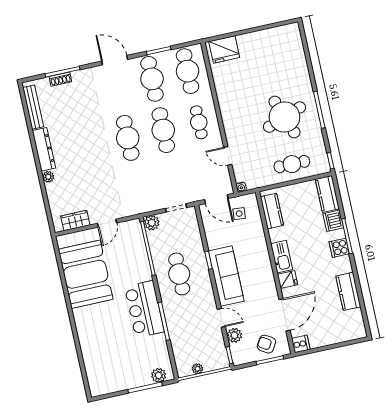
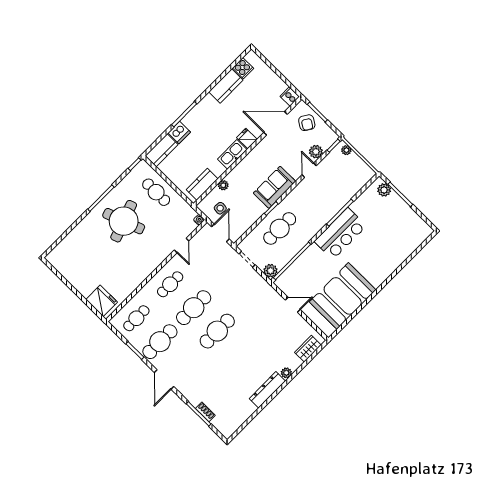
cafe table: (188, 71) -> (136, 318), width x0.73, depth x0.74
bench: (33, 107) -> (240, 419), removed
wardrobe: (75, 220) -> (308, 349), moved, turned 90
plant: (258, 230) -> (223, 185), added
cooker: (339, 248) -> (243, 68), moved
cafe table: (179, 274) -> (280, 228), moved
sofa: (226, 276) -> (275, 187), width x0.73
plant: (197, 369) -> (346, 150), moved

